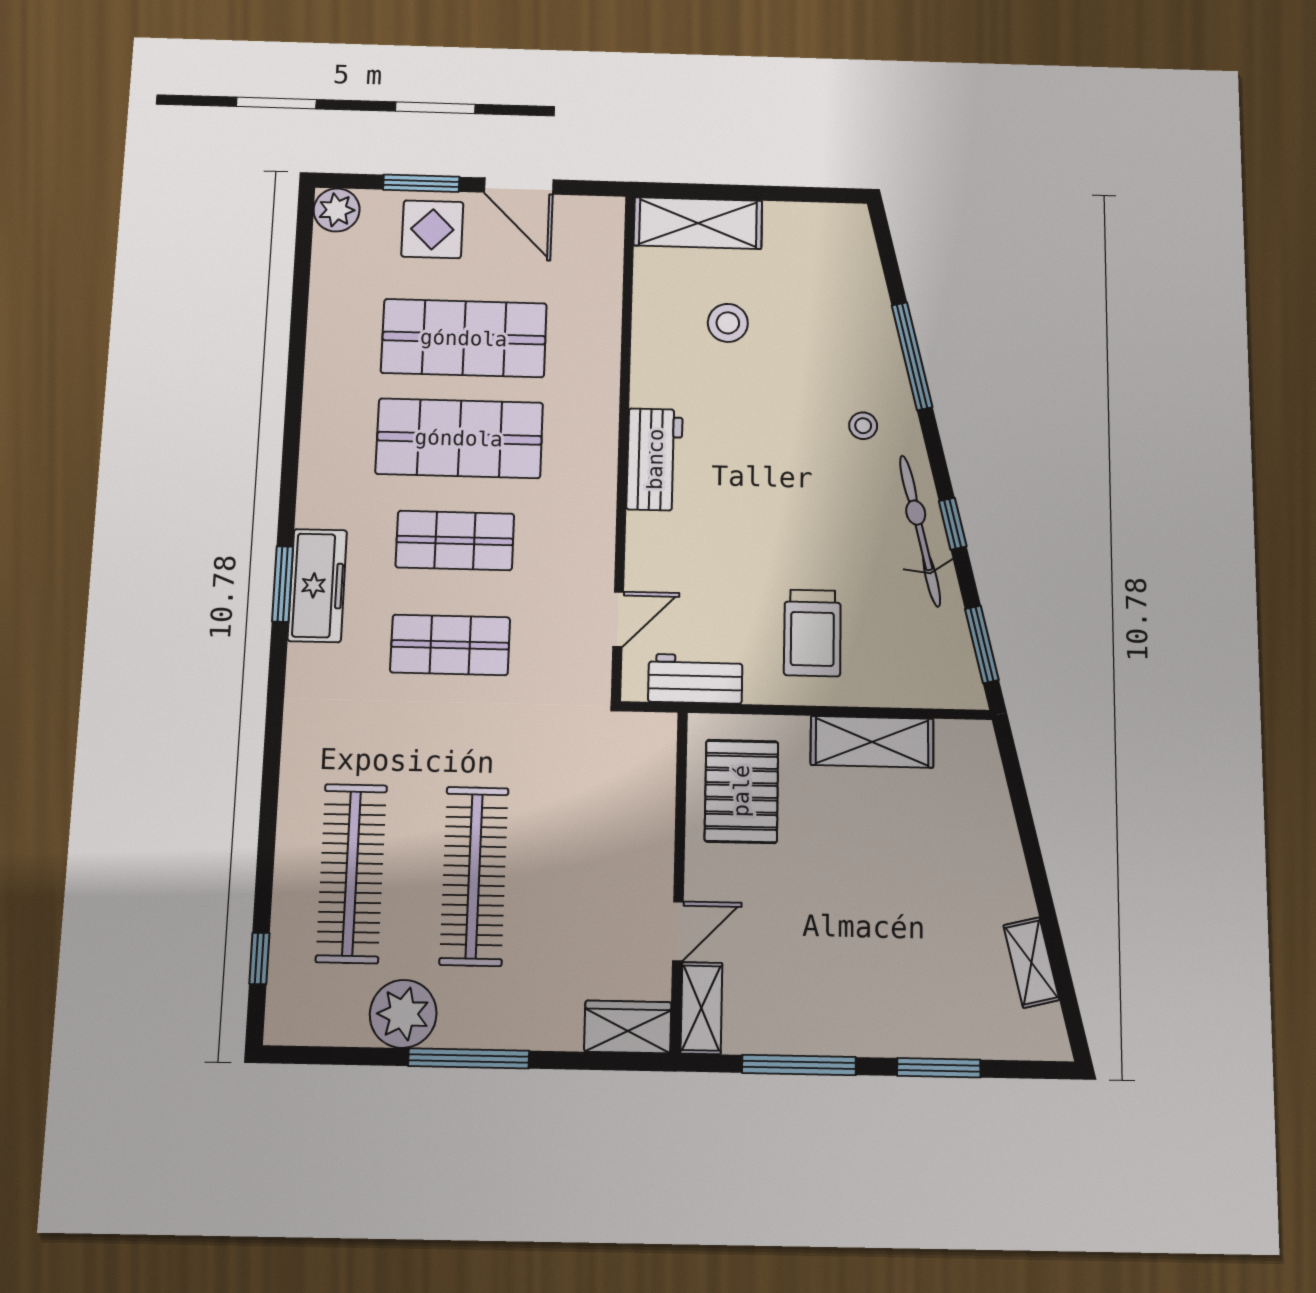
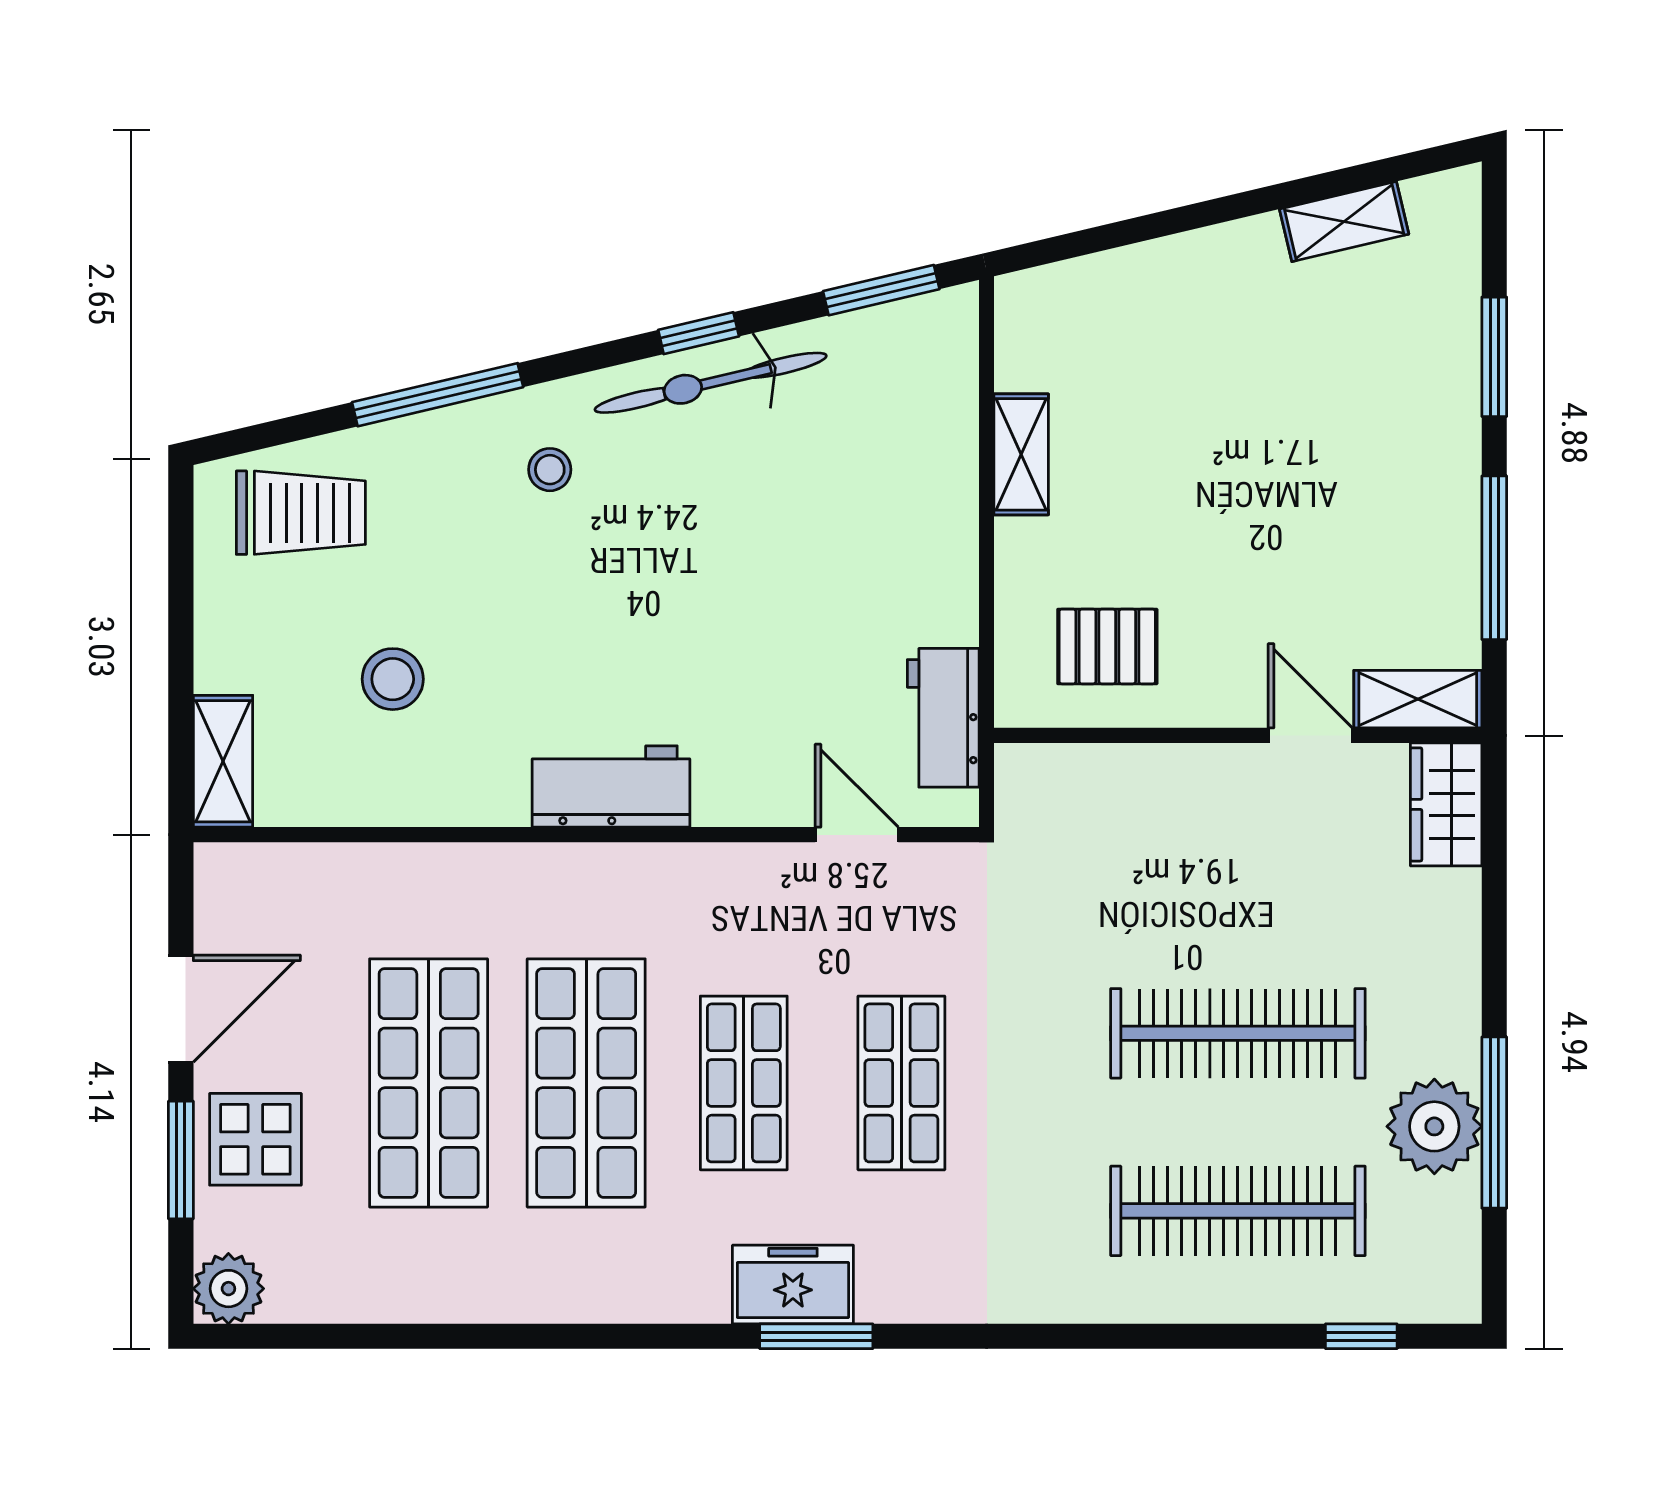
shelving: (698, 223) -> (223, 761), width x0.67, depth x0.75
freezer: (317, 585) -> (793, 1284), width x0.71
trolley: (812, 633) -> (301, 513), moved
shelving: (872, 742) -> (1021, 454), width x0.67, depth x0.75
pallet: (741, 791) -> (1107, 646), width x0.67, depth x0.71
window: (469, 1058) -> (1494, 1123), moved

